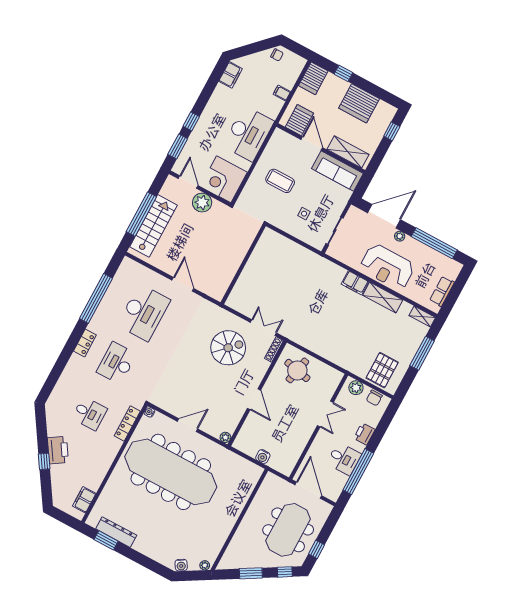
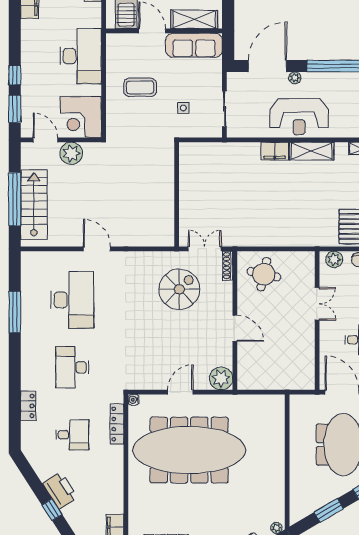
wall: (243, 264) -> (177, 194), moved
window: (96, 298) -> (15, 312), width x0.68
locker: (85, 343) -> (28, 406), moved
plant: (225, 437) -> (221, 378), width x1.87, depth x1.87
water cooler: (263, 457) -> (276, 383), removed

